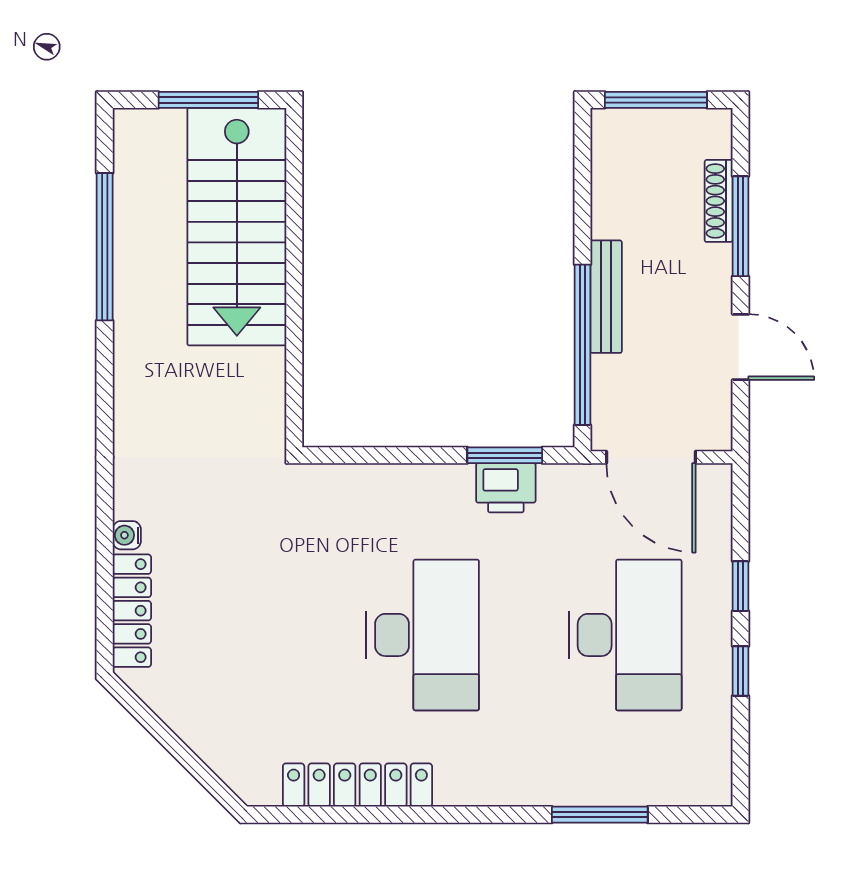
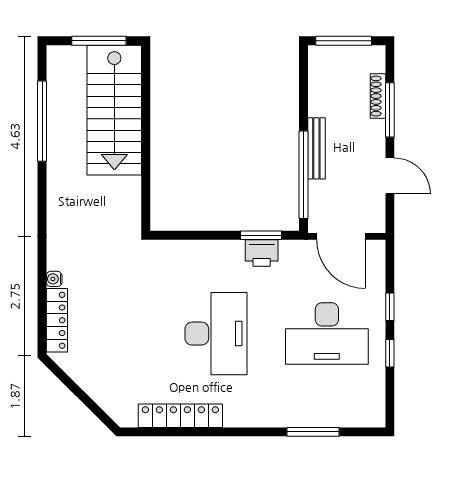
desk: (625, 635) -> (327, 334), turned 90

